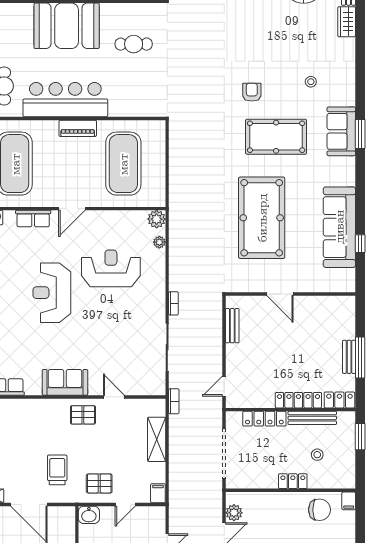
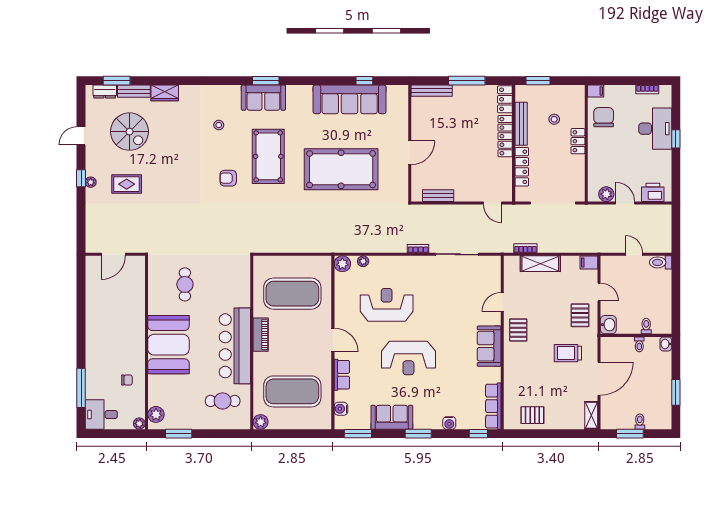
reception desk: (111, 268) -> (387, 305), turned 90
bench: (349, 357) -> (432, 91), moved, width x1.36
bookcase: (174, 401) -> (525, 248), moved

